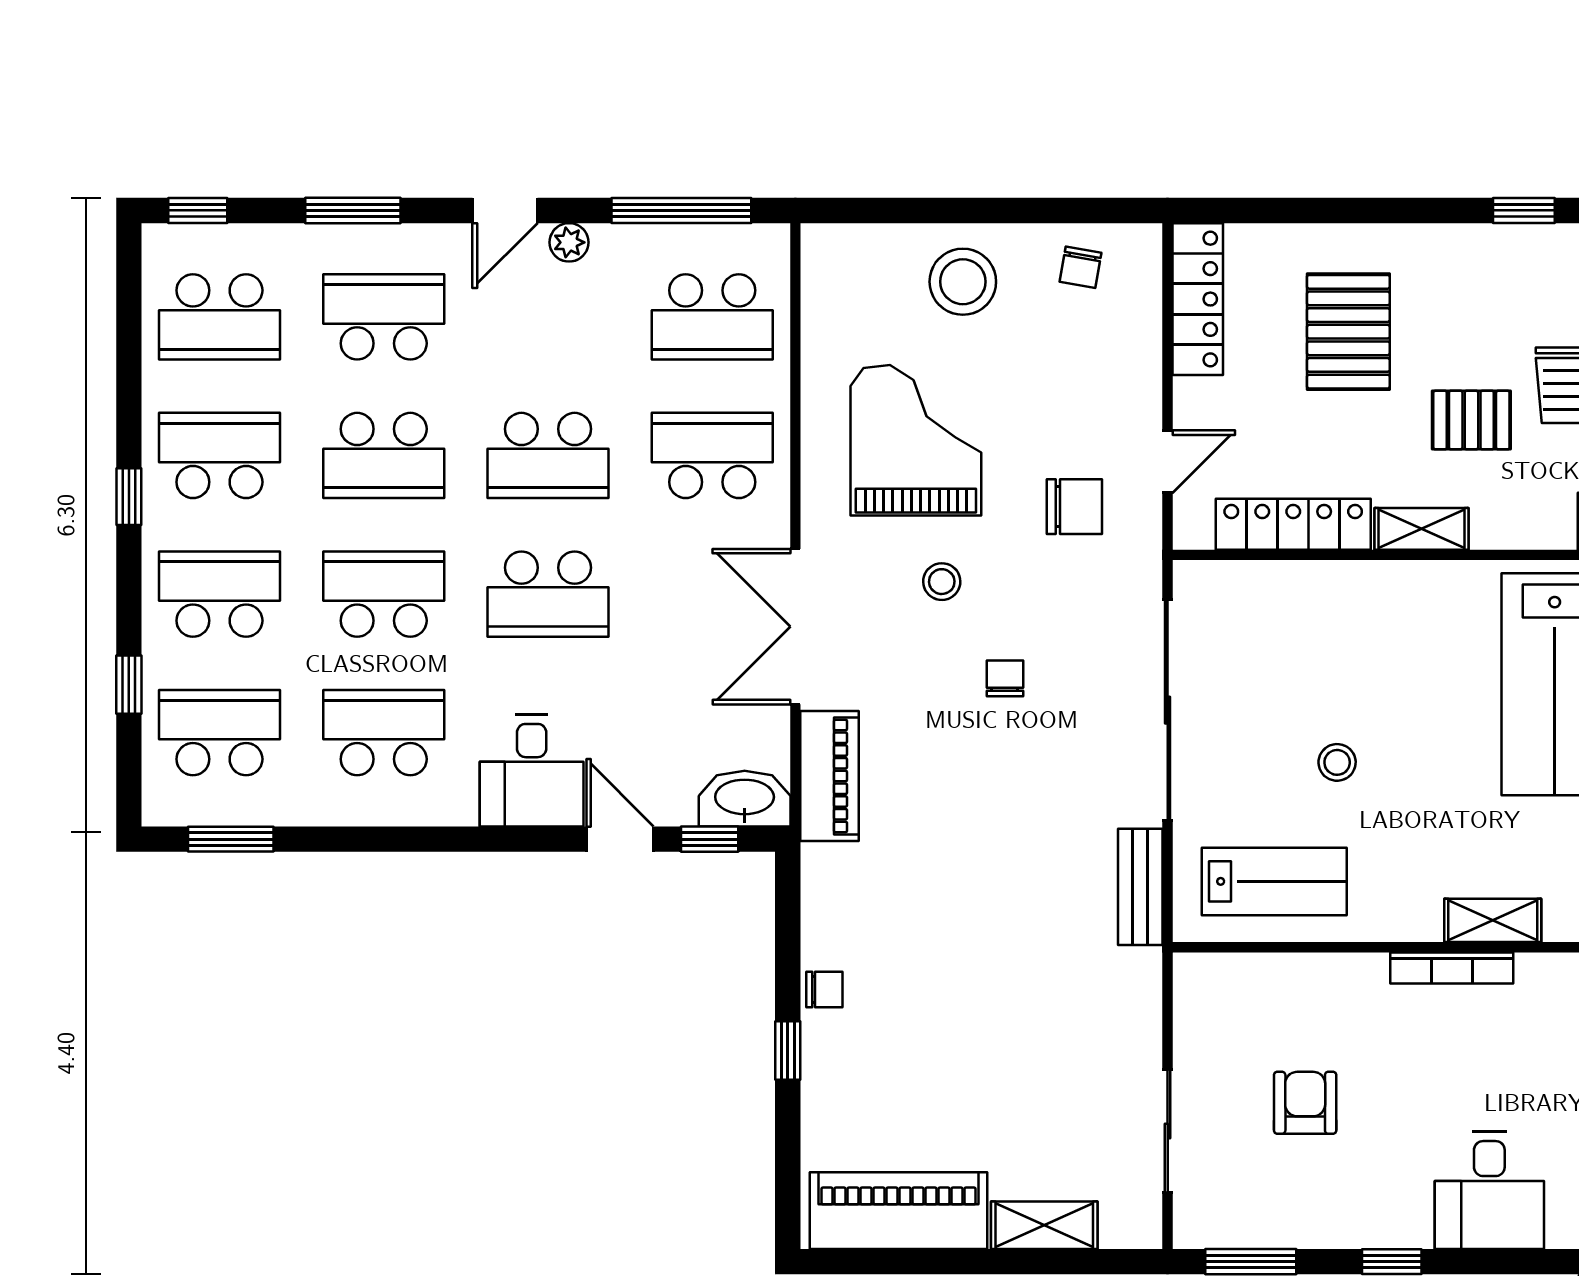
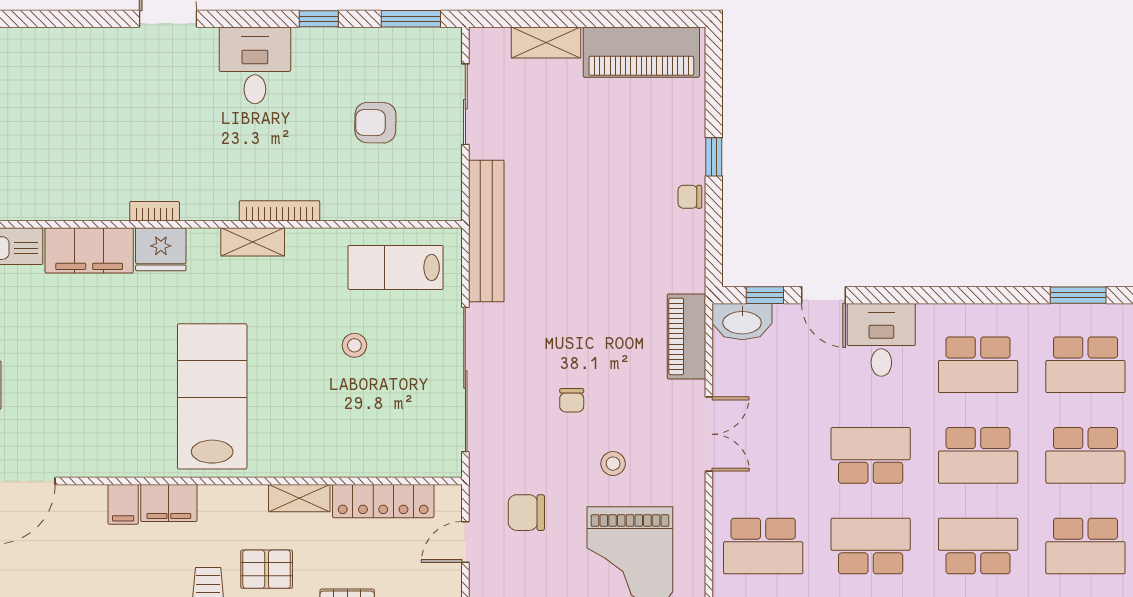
double door: (795, 627) -> (709, 434), width x0.73
bench: (1140, 887) -> (486, 231), width x1.86, depth x1.21
armchair: (1305, 1103) -> (375, 123), turned 91

